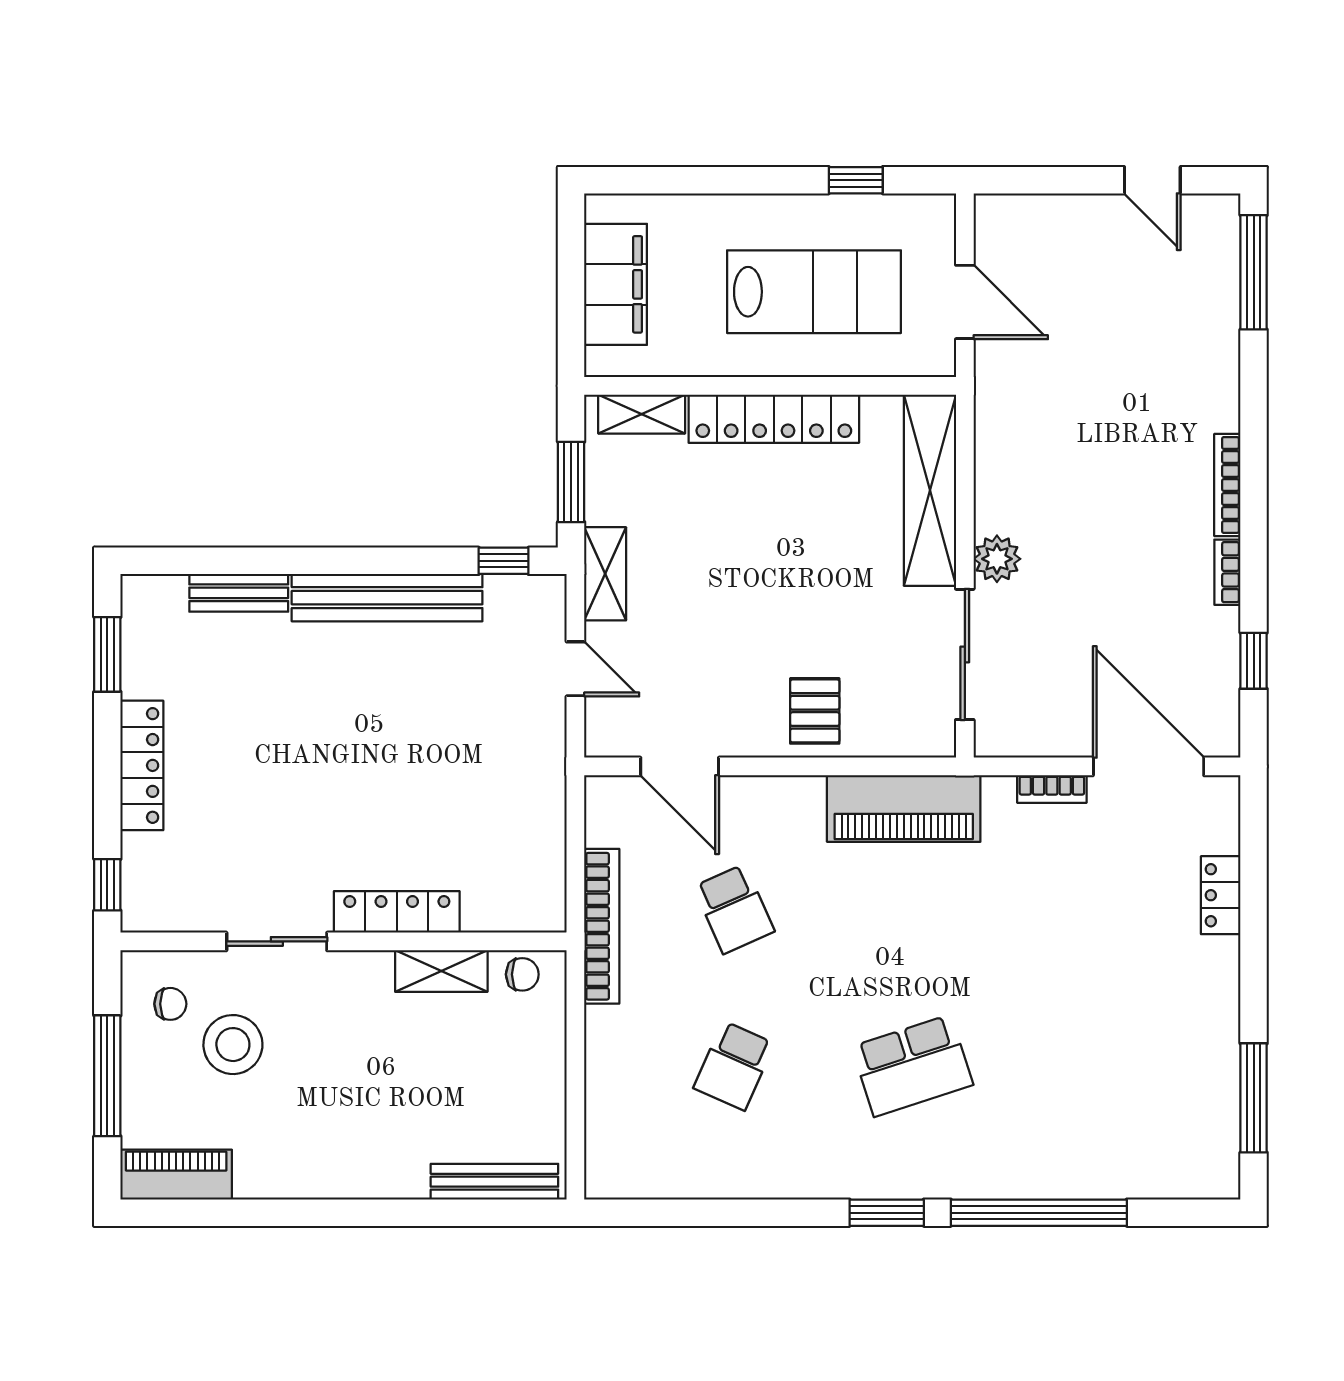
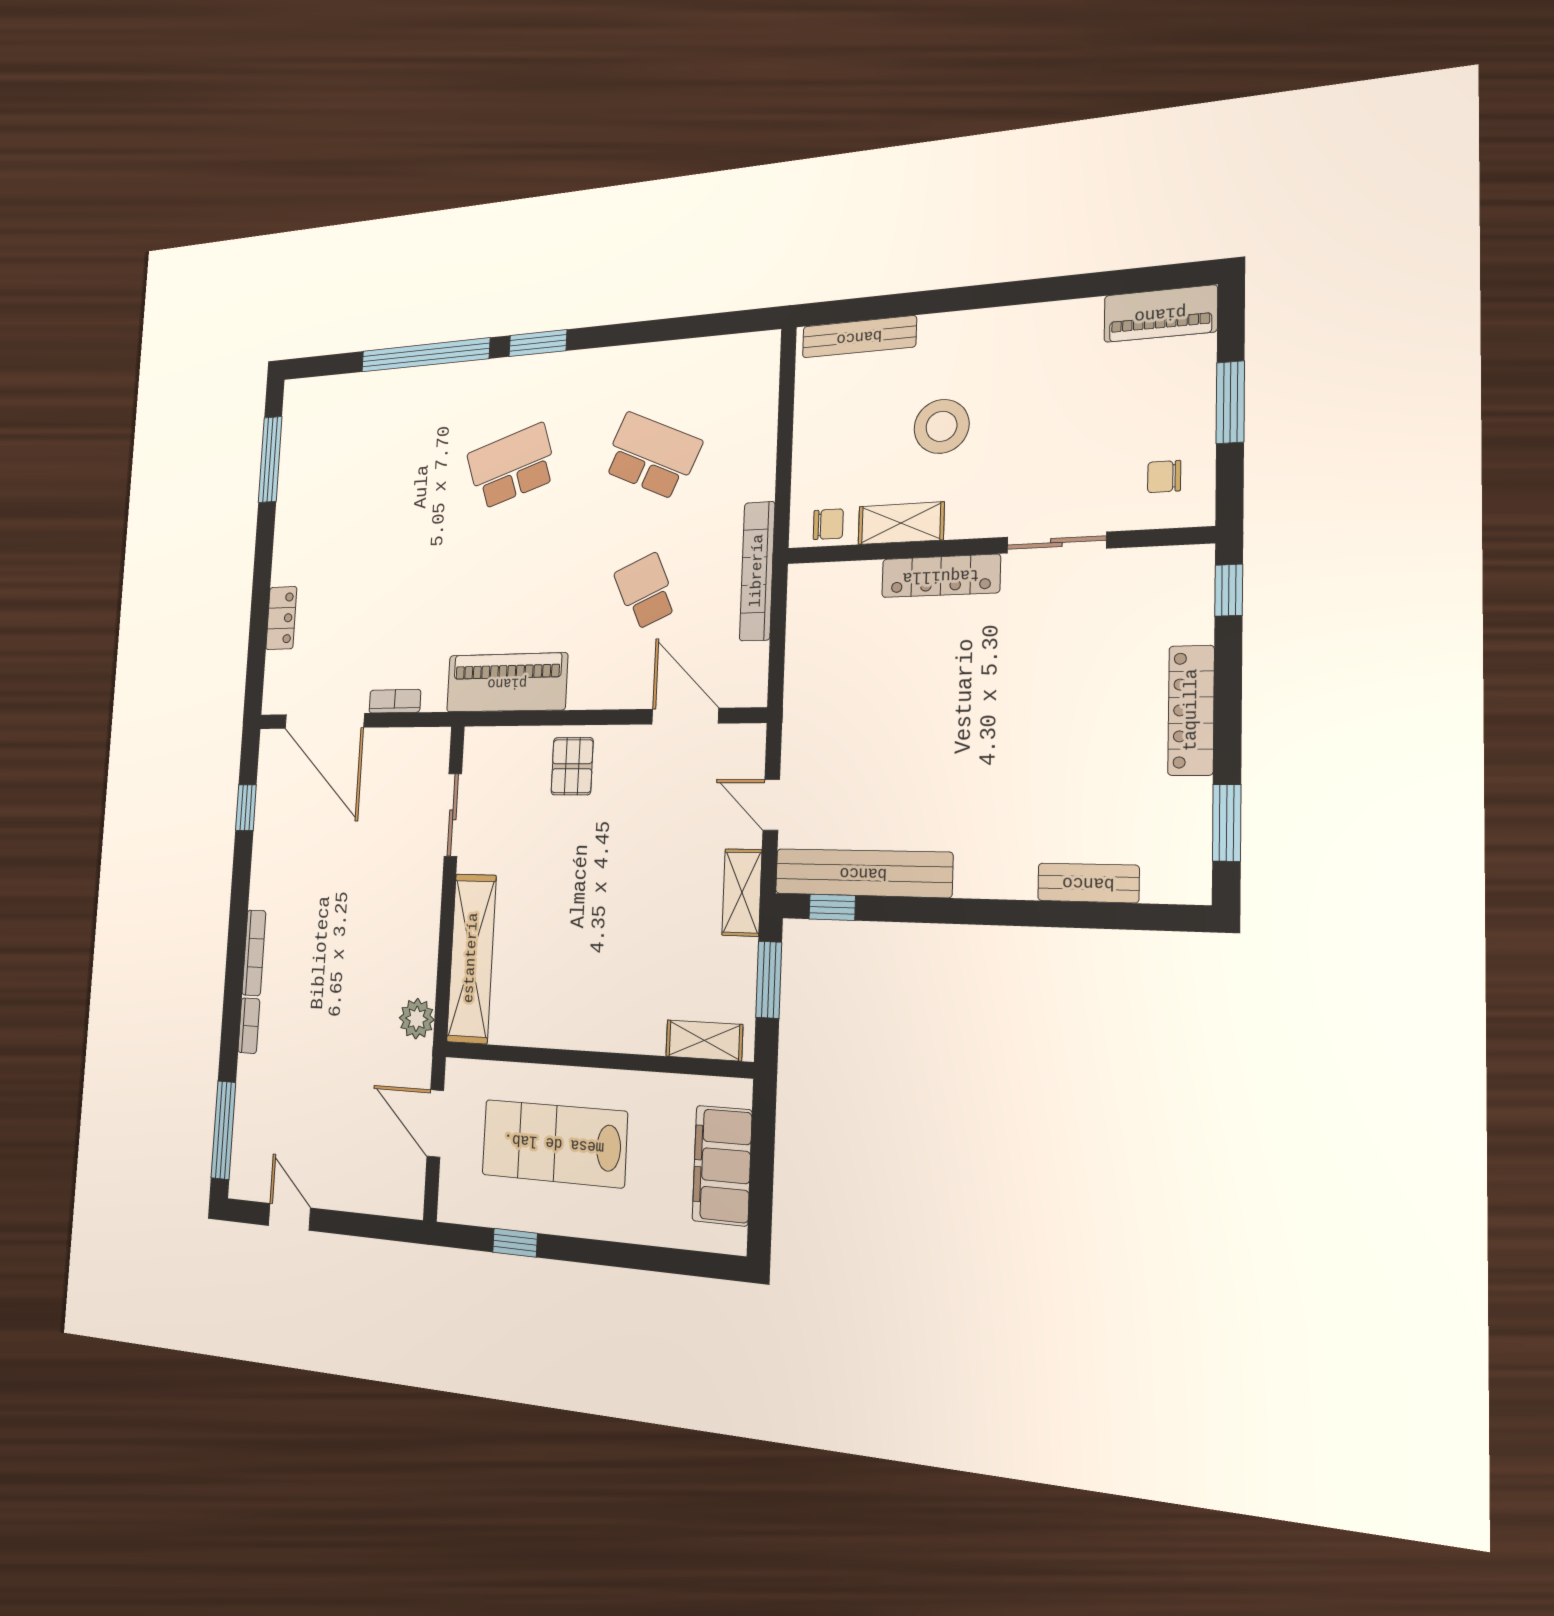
locker: (774, 419) -> (593, 1029), removed
plant: (997, 559) -> (417, 1019), moved
bookcase: (1227, 572) -> (249, 1026), moved
bench: (387, 598) -> (863, 873), moved
sliding door: (965, 654) -> (453, 815), width x0.73
chair: (522, 974) -> (828, 524), turned 180
stool: (233, 1045) -> (942, 426), moved
school desk: (734, 1066) -> (652, 456), width x1.85
window: (107, 1076) -> (1230, 402), width x0.69

